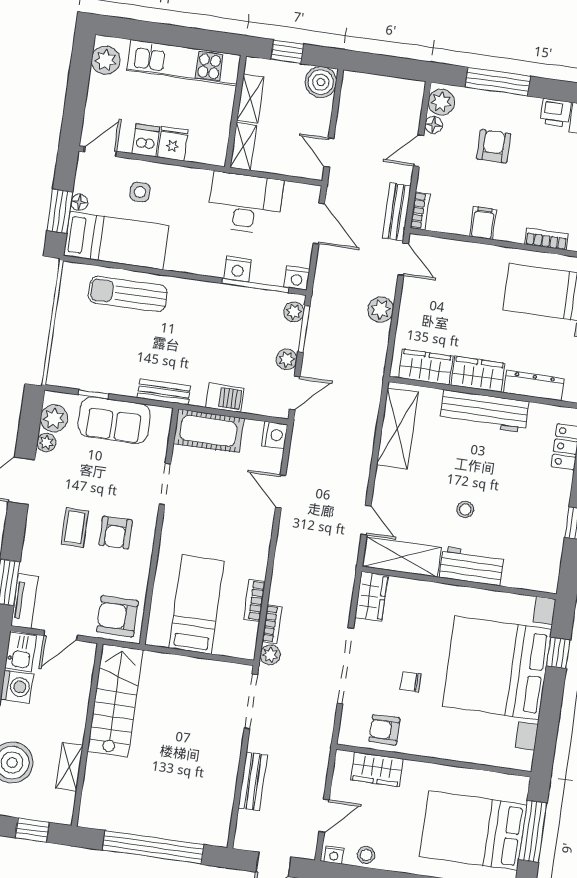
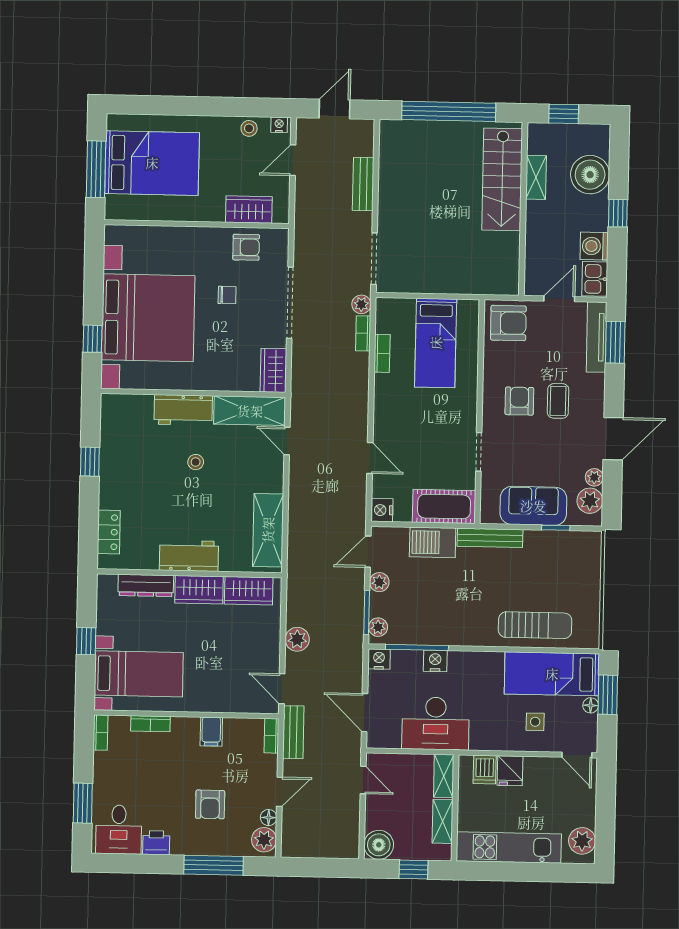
dishwasher: (146, 140) -> (485, 770), moved
door: (100, 152) -> (577, 755), hinge flipped
bench: (164, 392) -> (490, 538), width x1.36
barbecue: (225, 398) -> (433, 542), width x1.38, depth x1.27
workbench: (484, 411) -> (189, 556), width x0.73
tv unit: (25, 601) -> (597, 337), width x1.41
stairs: (115, 701) -> (502, 179), moved

